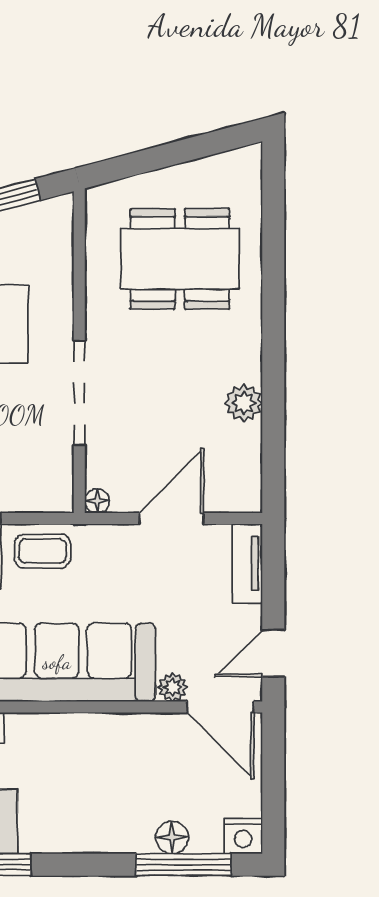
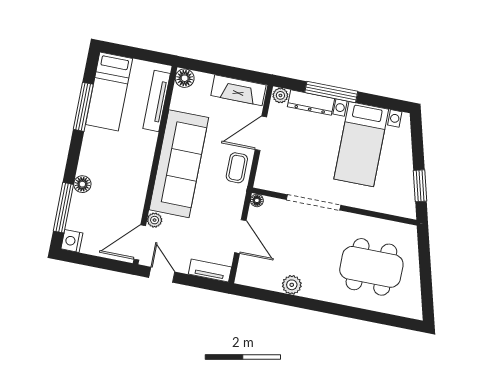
dining table: (180, 259) -> (371, 267), turned 90
floor lamp: (172, 838) -> (82, 184), moved

